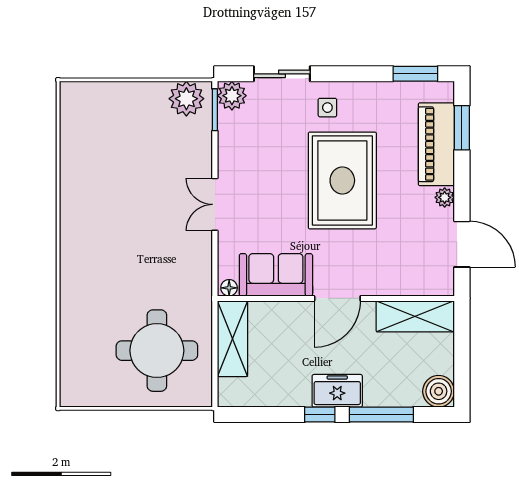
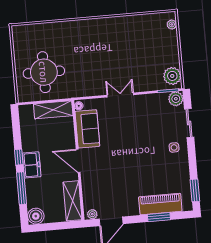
plant: (85, 91) -> (172, 24), added
window: (462, 128) -> (159, 217), moved
rug: (342, 180) -> (138, 158), removed
plant: (445, 197) -> (92, 214), moved

